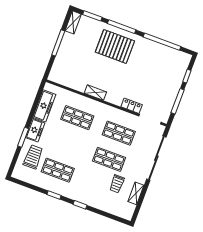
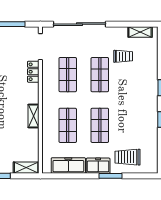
shelving: (55, 71) -> (26, 168), added
shop shelf: (58, 170) -> (100, 125), moved
shelving: (136, 193) -> (140, 32), moved

